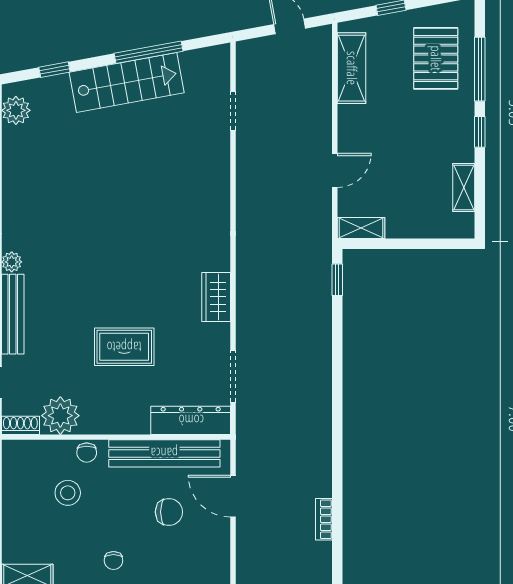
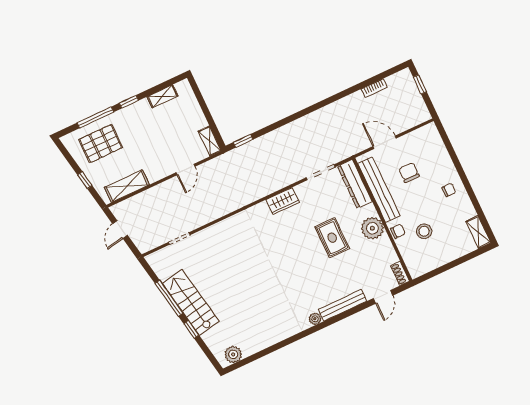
window: (54, 70) -> (191, 329), moved
door: (335, 170) -> (186, 169), swing flipped
plant: (60, 416) -> (372, 228), moved
door: (233, 496) -> (385, 142), swing flipped

